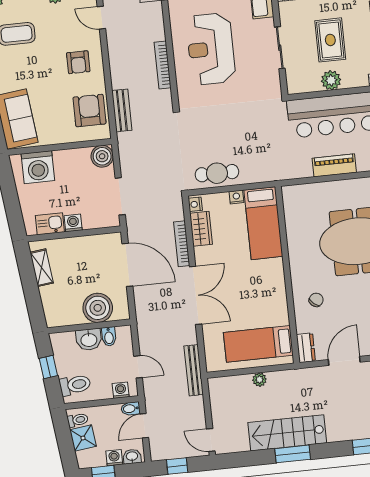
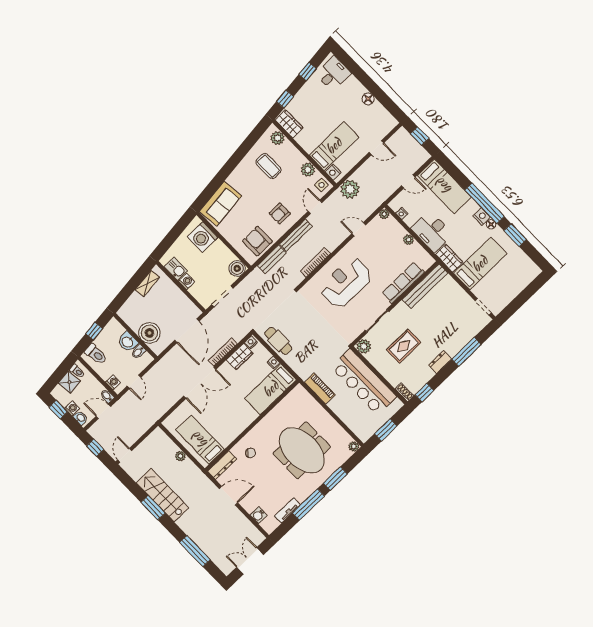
plant: (331, 80) -> (364, 346), moved
armchair: (89, 110) -> (257, 241), turned -90
piano: (334, 165) -> (320, 388), moved
dresser: (306, 348) -> (222, 465), width x1.44
bench: (194, 370) -> (296, 235), moved

